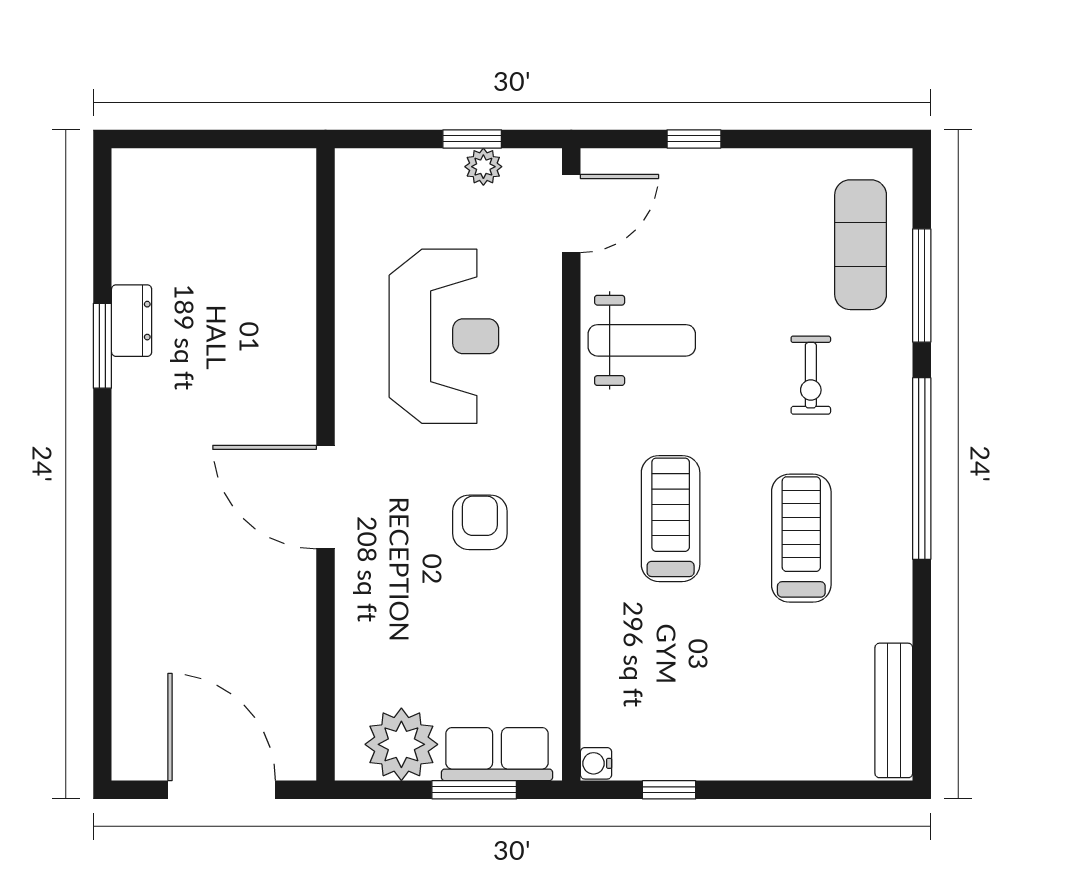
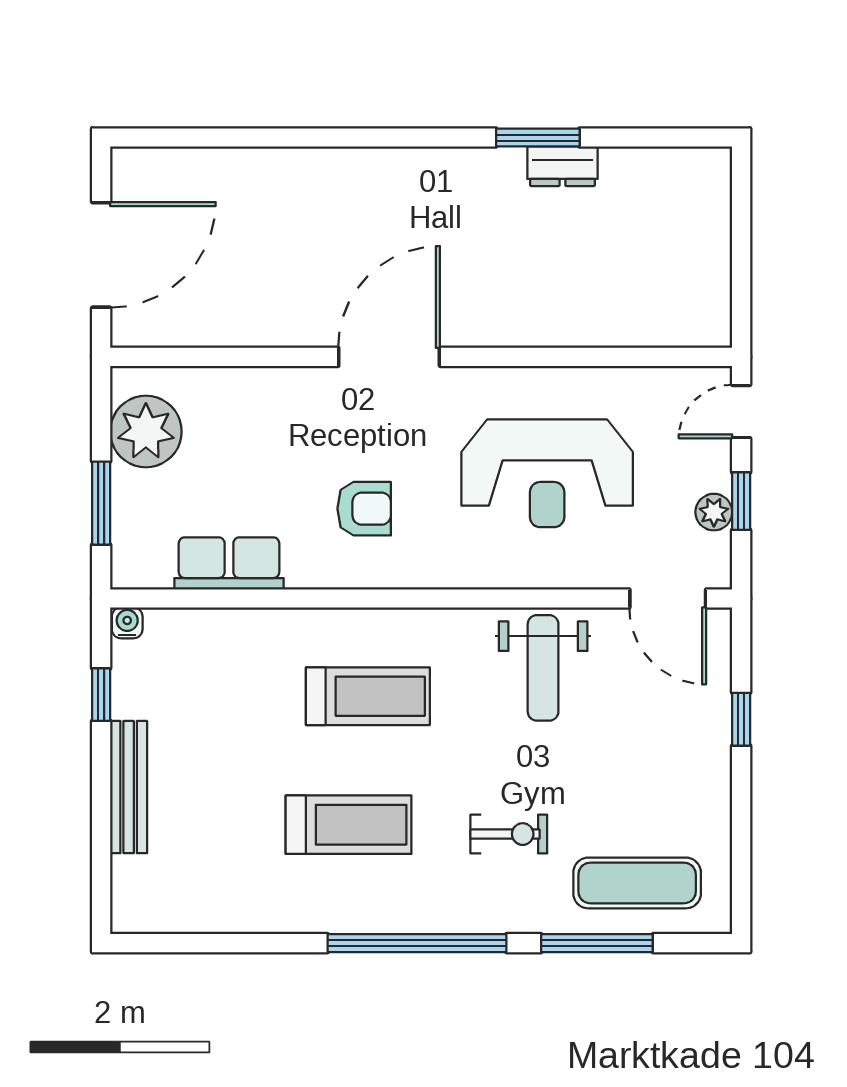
door: (381, 139) -> (741, 412), added
exercise bike: (811, 375) -> (509, 834), turned 180
bench: (894, 710) -> (129, 787), moved, turned 90
row of seats: (497, 754) -> (229, 563), moved, turned -90

